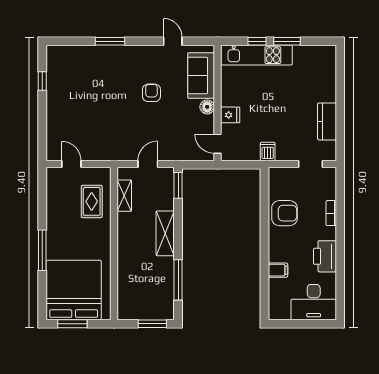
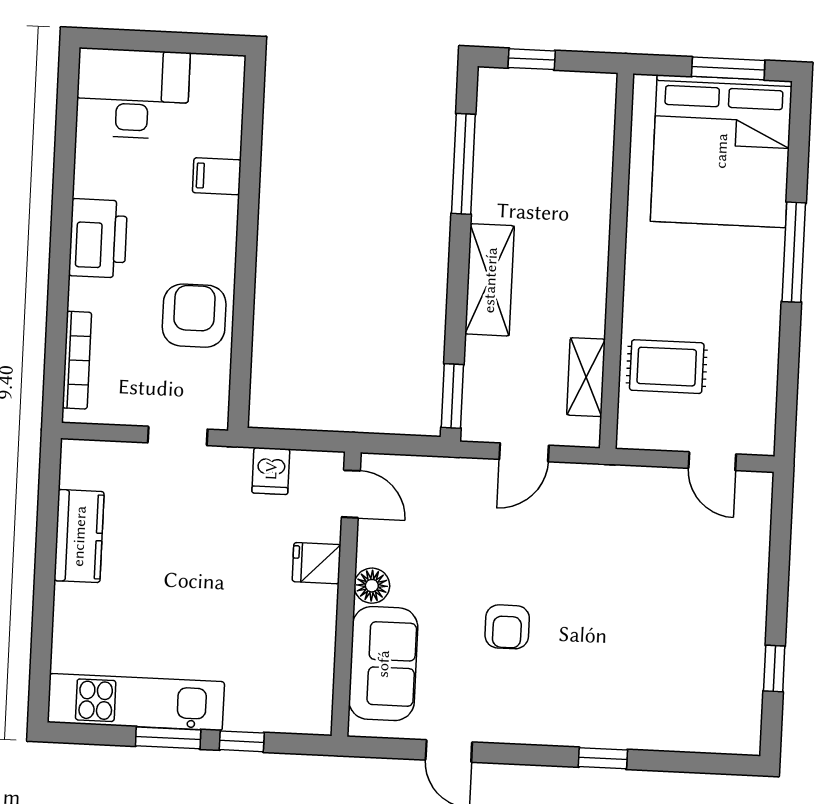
window: (110, 41) -> (603, 758), width x0.67
kitchen unit: (256, 55) -> (136, 702), moved
dishwasher: (268, 152) -> (271, 471), moved
doorway: (311, 164) -> (178, 436), moved
rug: (92, 201) -> (667, 367), turned 90
armchair: (284, 213) -> (194, 316), turned 90
bookcase: (331, 213) -> (77, 360), moved, width x1.56
printer: (325, 256) -> (98, 238), moved
window: (152, 324) -> (532, 59), width x0.67

